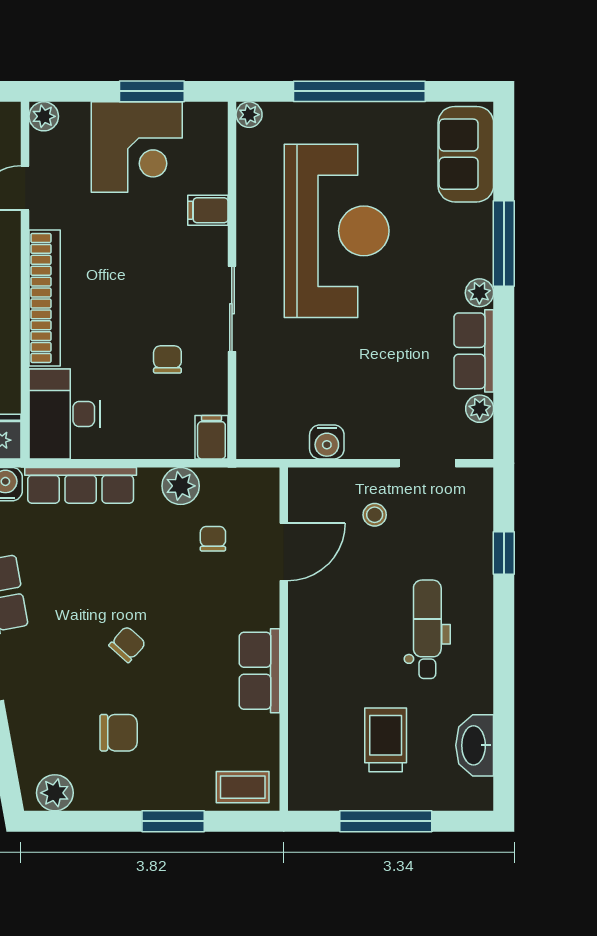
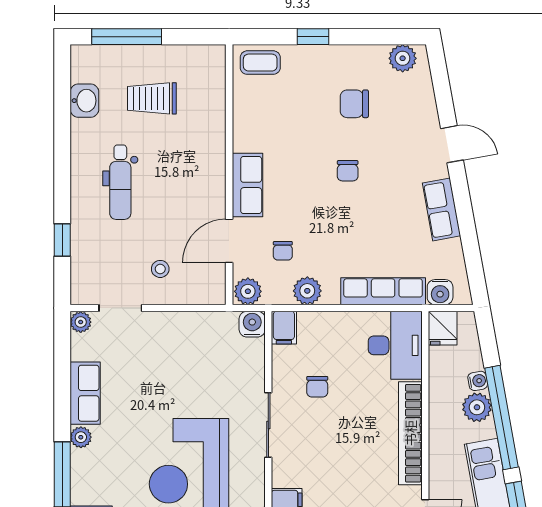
plant: (480, 409) -> (81, 322), moved
water cooler: (327, 442) -> (252, 324), moved
plant: (259, 485) -> (248, 291), added
chair: (127, 644) -> (348, 171), turned -42
row of seats: (259, 671) -> (247, 185), moved
trolley: (386, 740) -> (152, 98), turned 90
washbasin: (475, 745) -> (84, 101), width x0.72
window: (173, 821) -> (313, 37), width x0.67
window: (386, 821) -> (127, 37), moved

